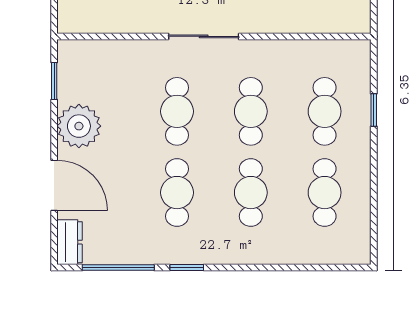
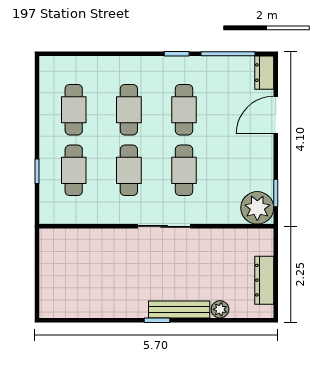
plant: (79, 126) -> (257, 208), moved
door: (54, 185) -> (276, 115), hinge flipped

